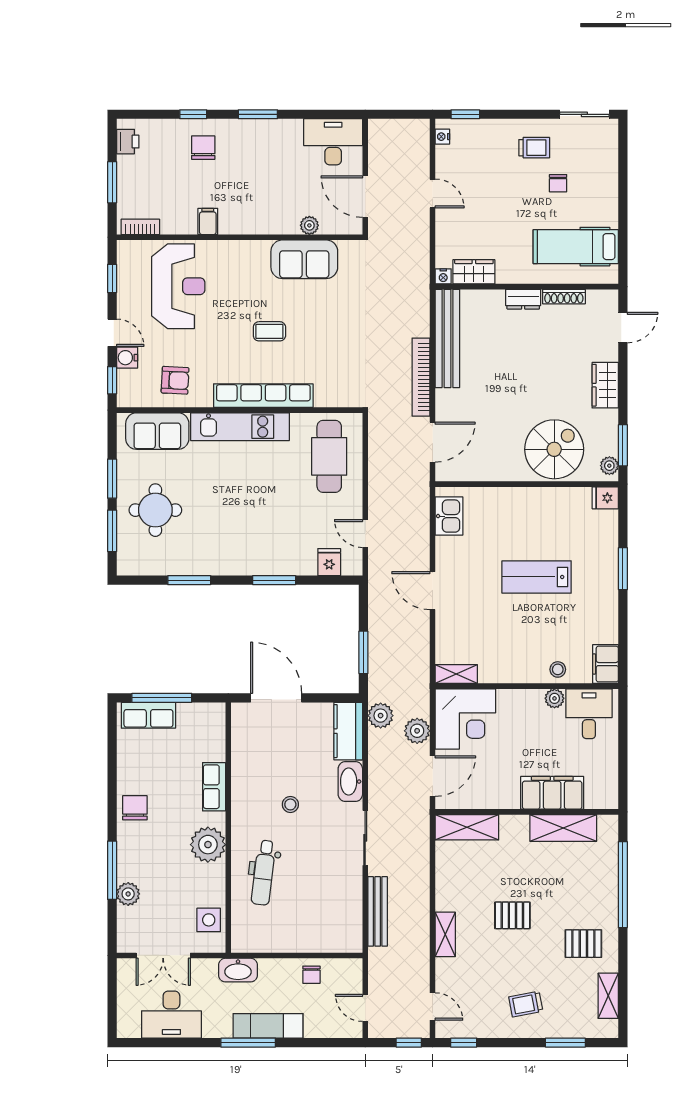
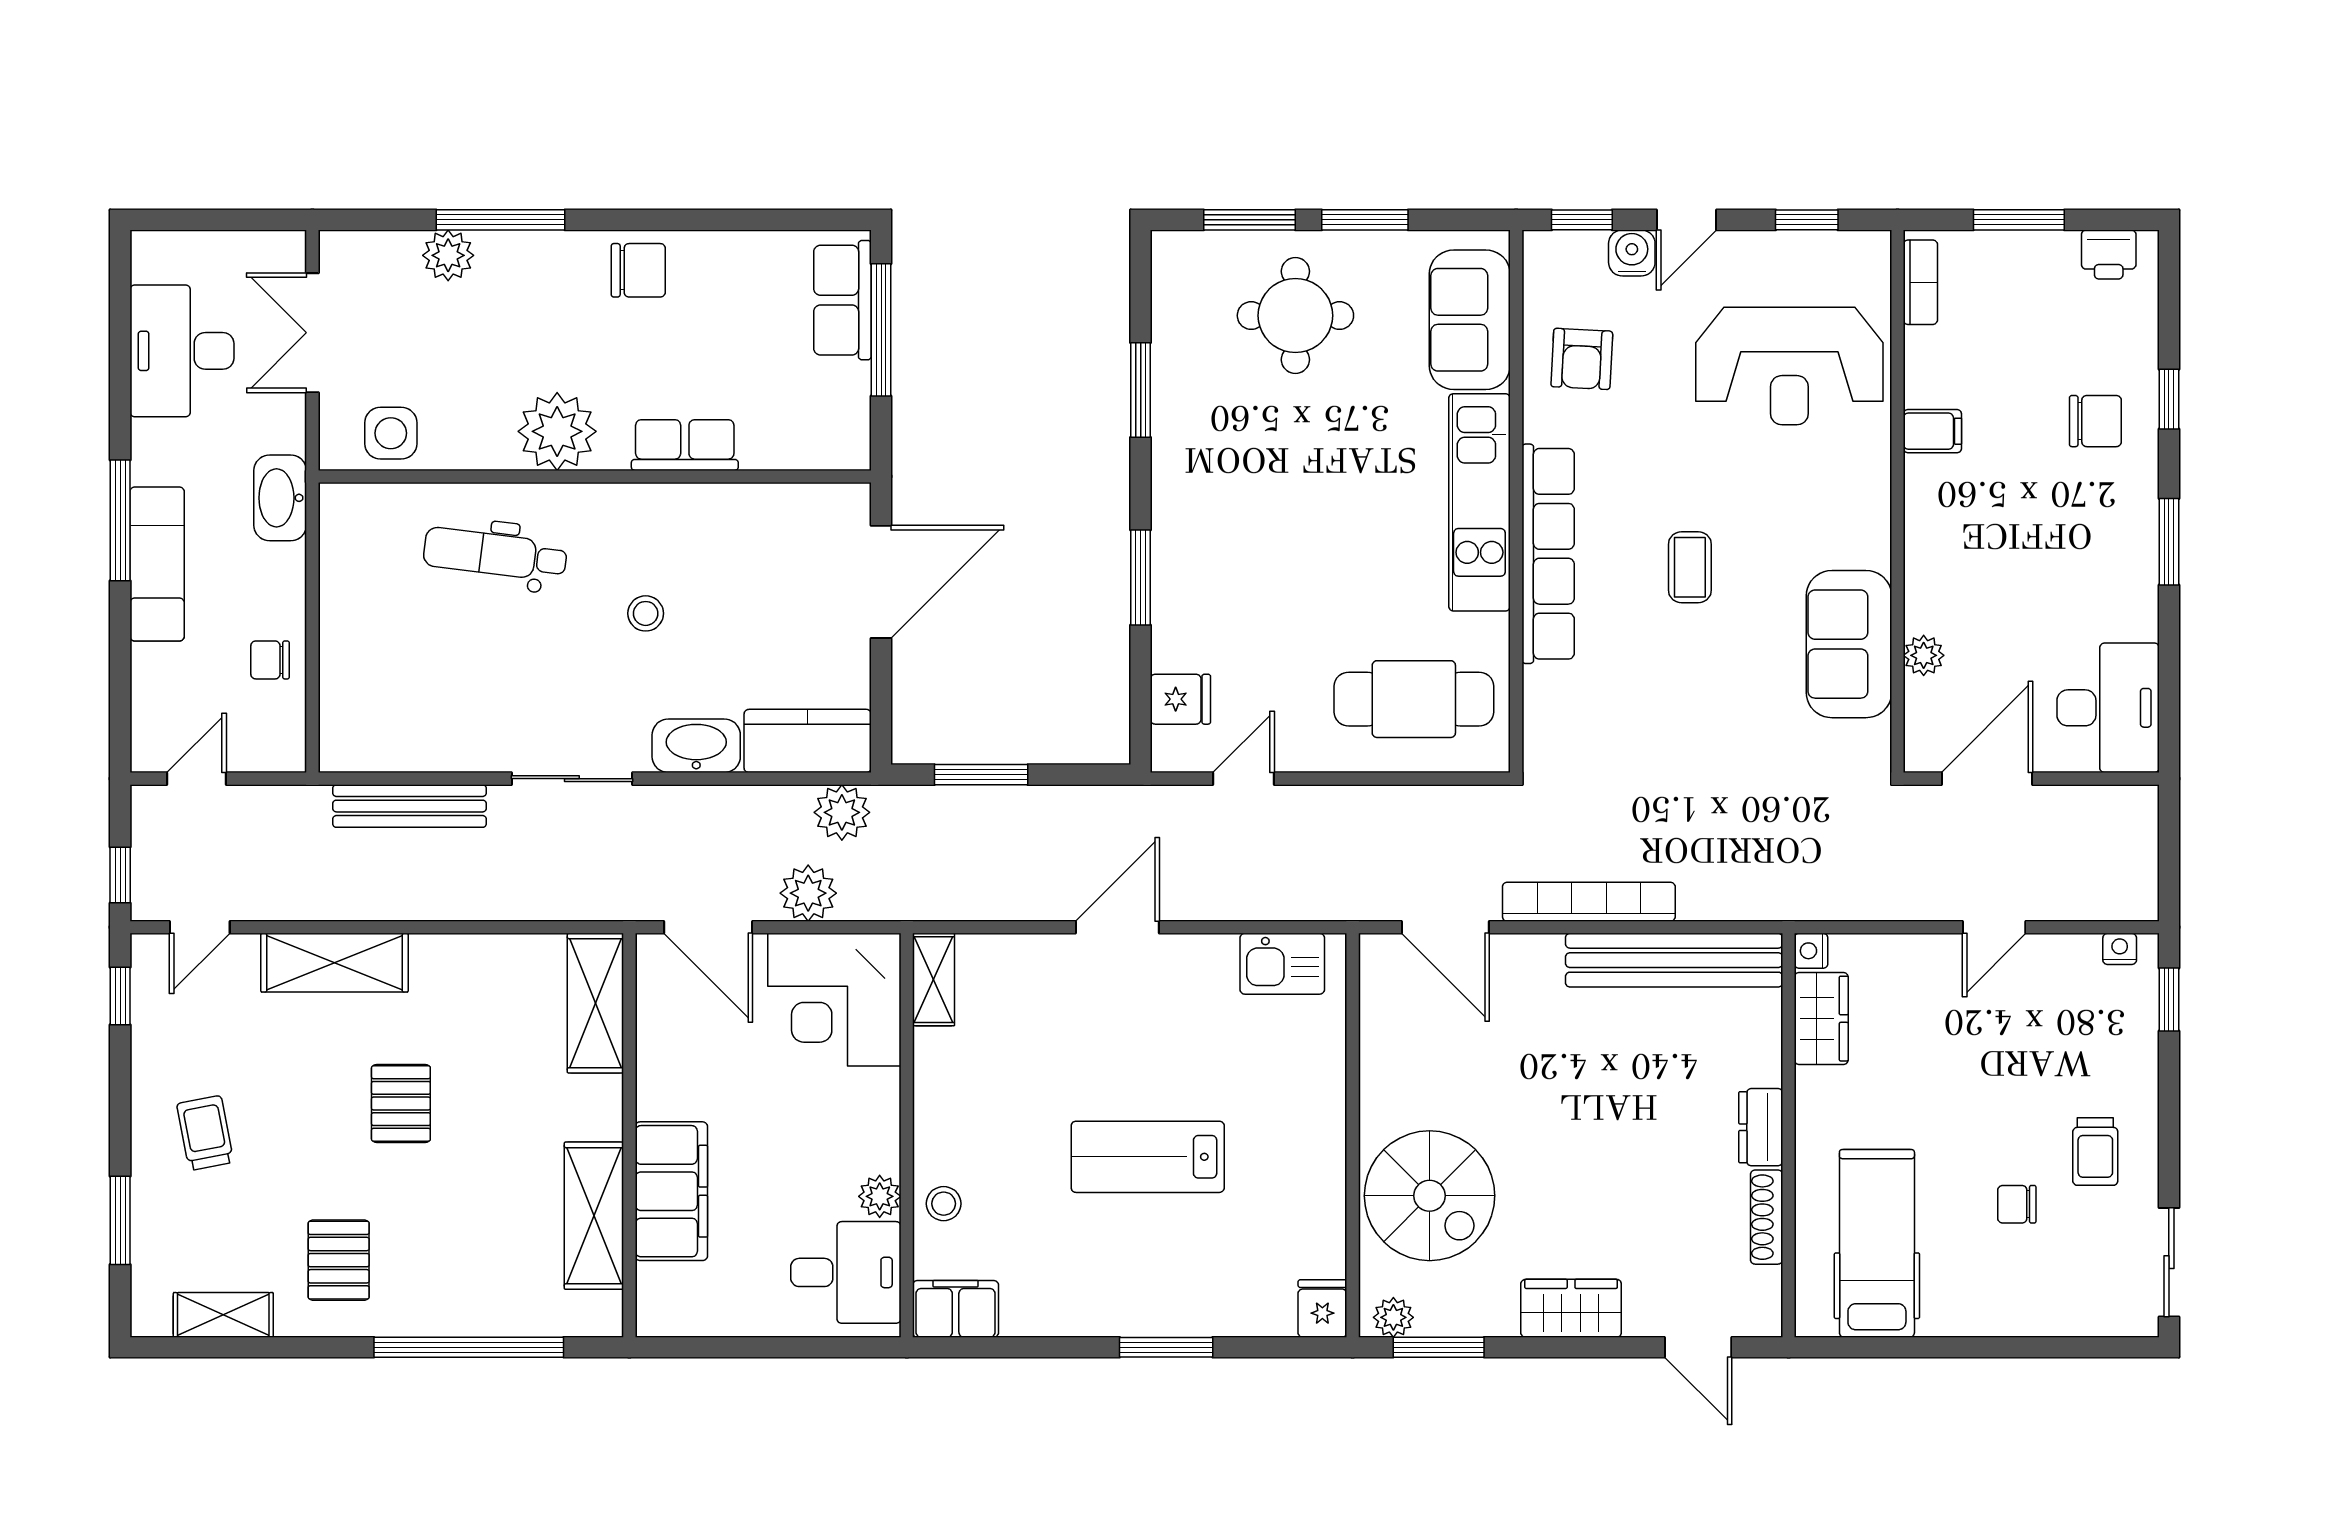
lab bench: (537, 577) -> (1148, 1157), turned -90
shelving: (445, 934) -> (335, 963), width x1.50, depth x1.33

